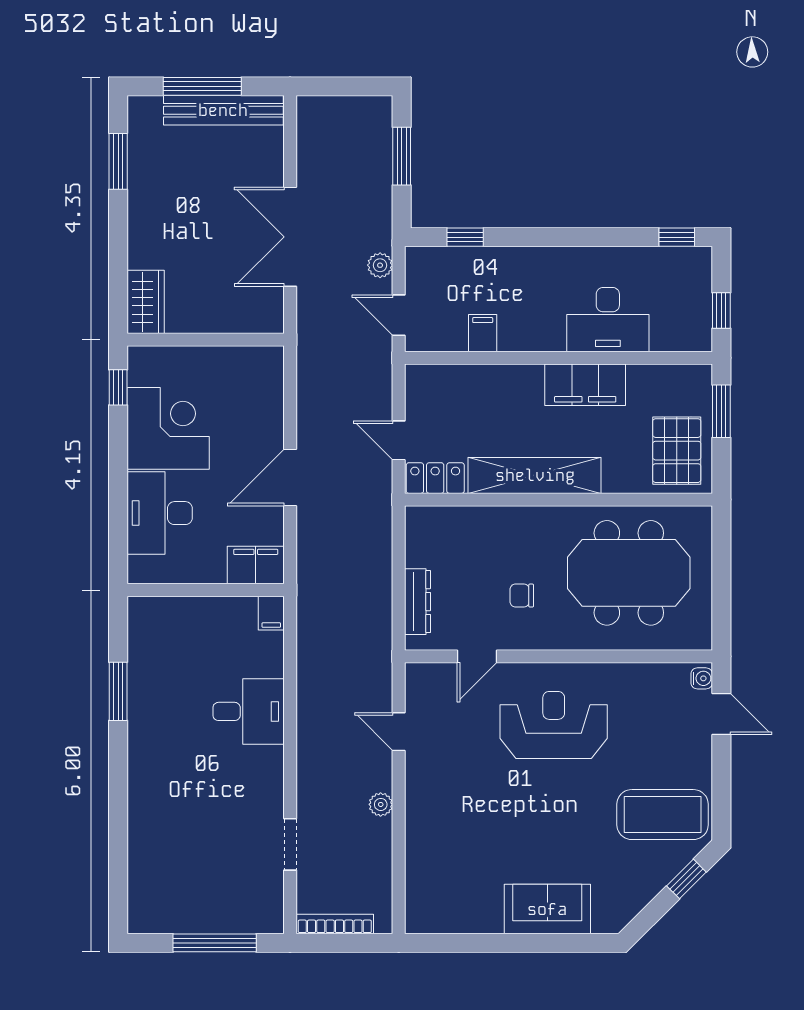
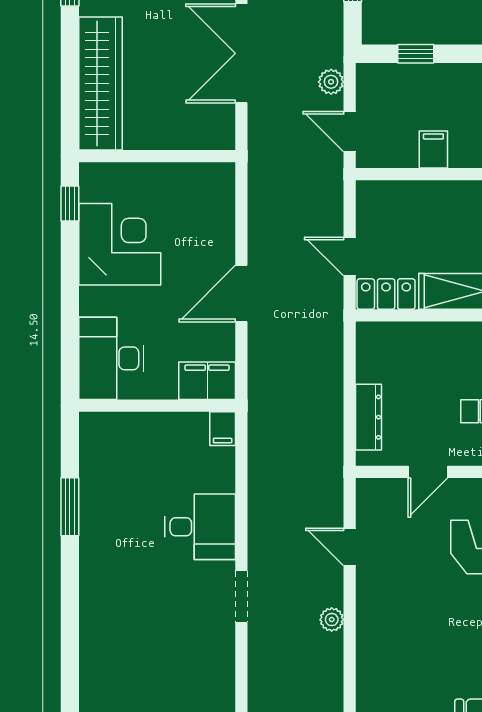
wardrobe: (146, 302) -> (100, 83), width x2.10, depth x1.17
desk: (160, 513) -> (111, 358), moved
doorway: (290, 844) -> (241, 597), moved

